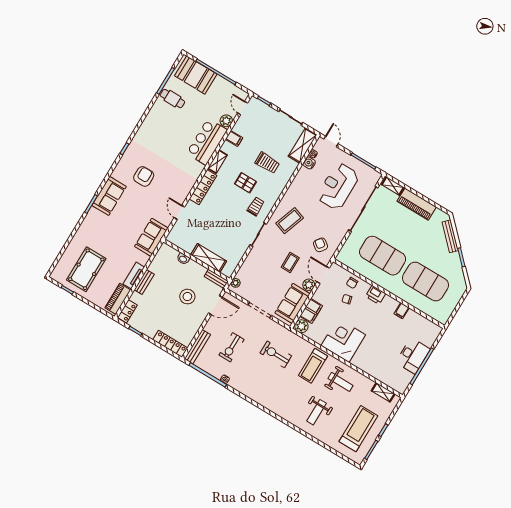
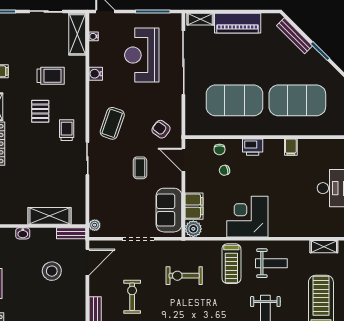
water cooler: (309, 163) -> (96, 74), moved
pallet: (245, 183) -> (40, 111), turned 90
plant: (309, 285) -> (174, 180), removed
exercise bike: (232, 347) -> (132, 297), turned 180

